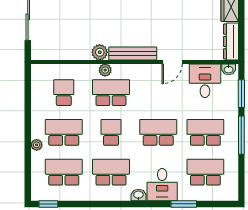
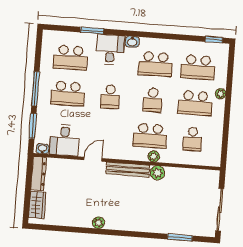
school desk: (158, 132) -> (110, 97), width x0.54

